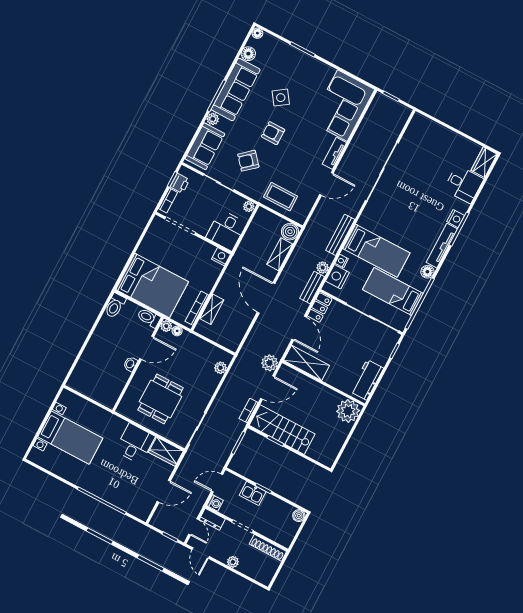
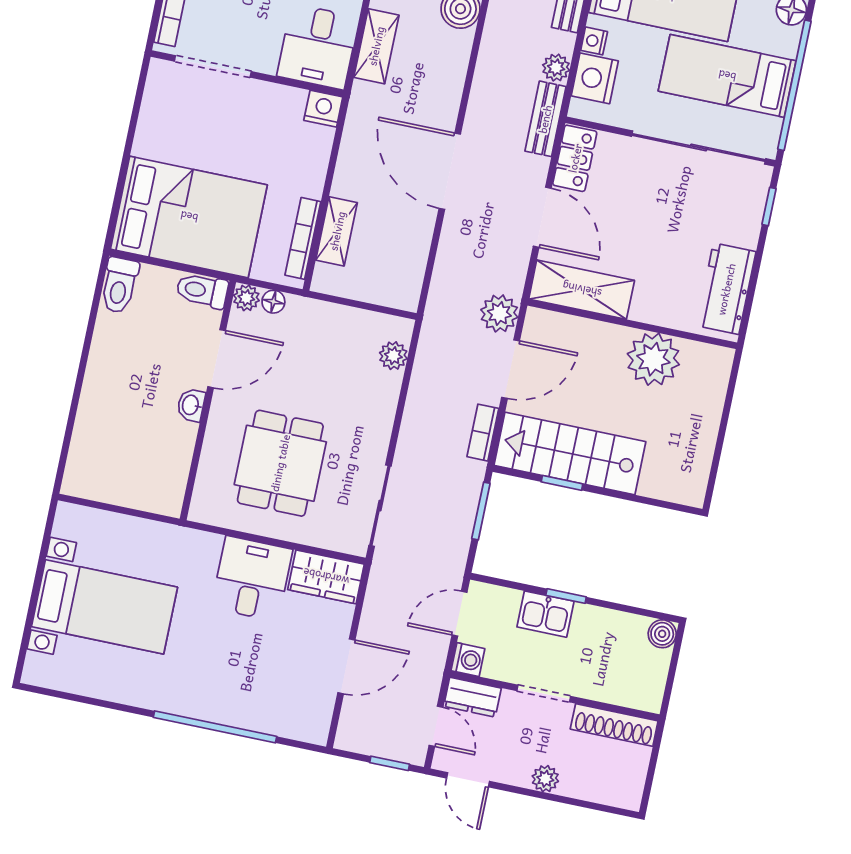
shelving: (280, 254) -> (376, 46), moved
plant: (348, 411) -> (653, 359), moved

